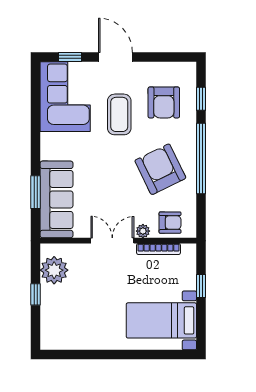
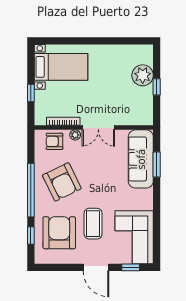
armchair: (164, 102) -> (59, 233), width x1.36, depth x1.36
plant: (54, 270) -> (143, 75), moved

